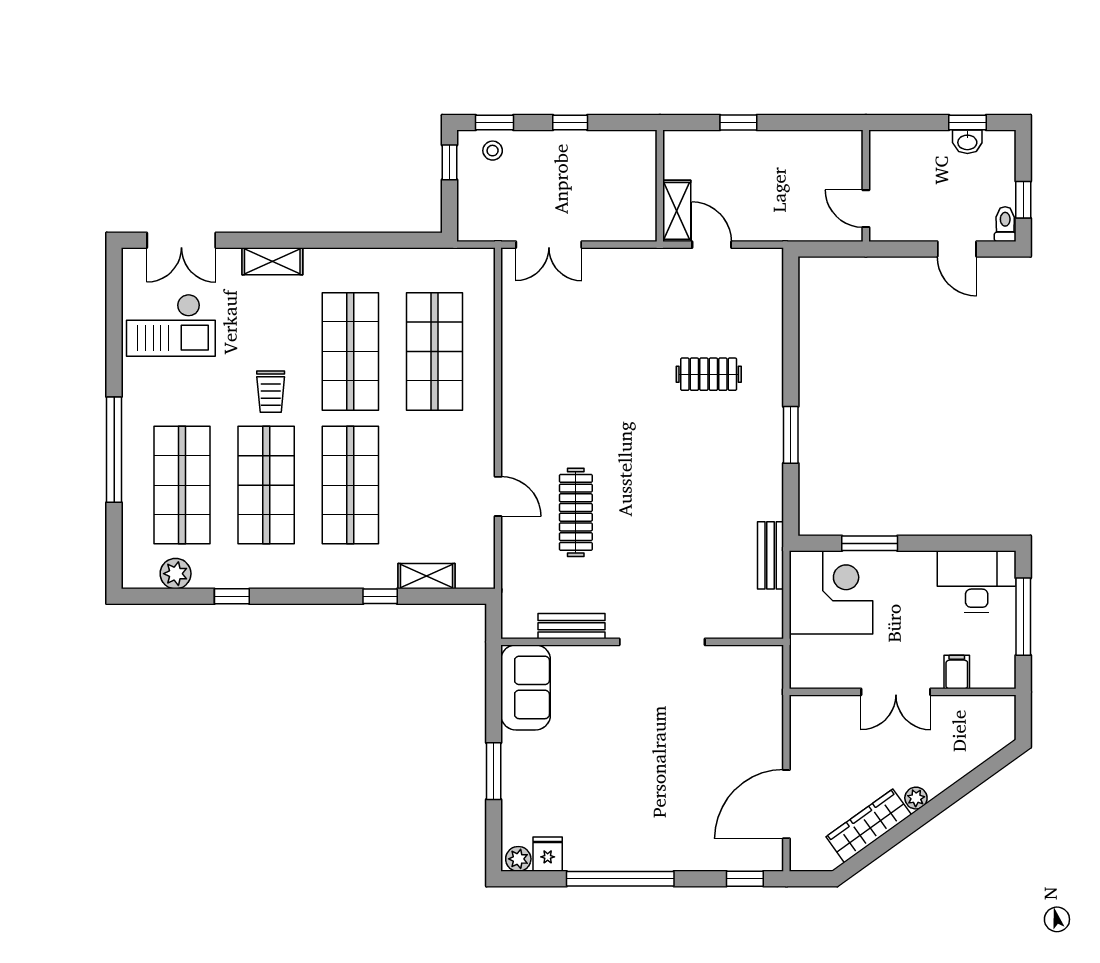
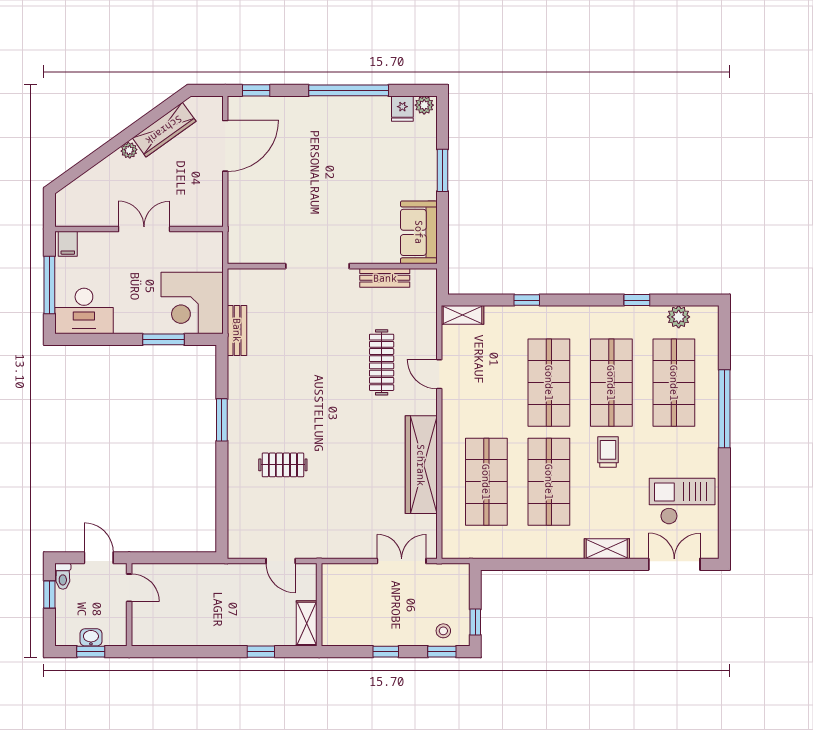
wall: (866, 186) -> (129, 605), moved
door: (866, 209) -> (129, 588), moved
shelving: (677, 211) -> (307, 623), moved
wardrobe: (522, 374) -> (421, 465), added
shelving: (426, 576) -> (462, 315), moved
filing cabinet: (957, 672) -> (68, 244), moved

